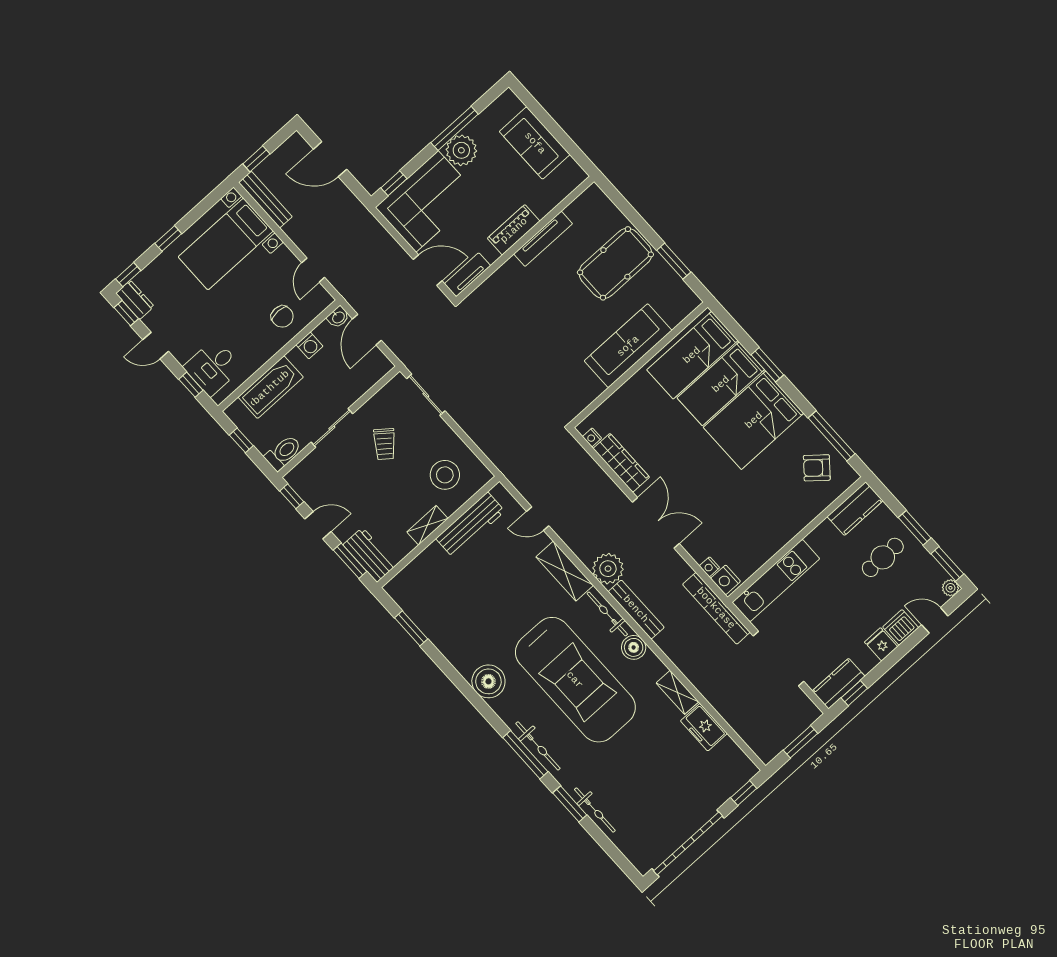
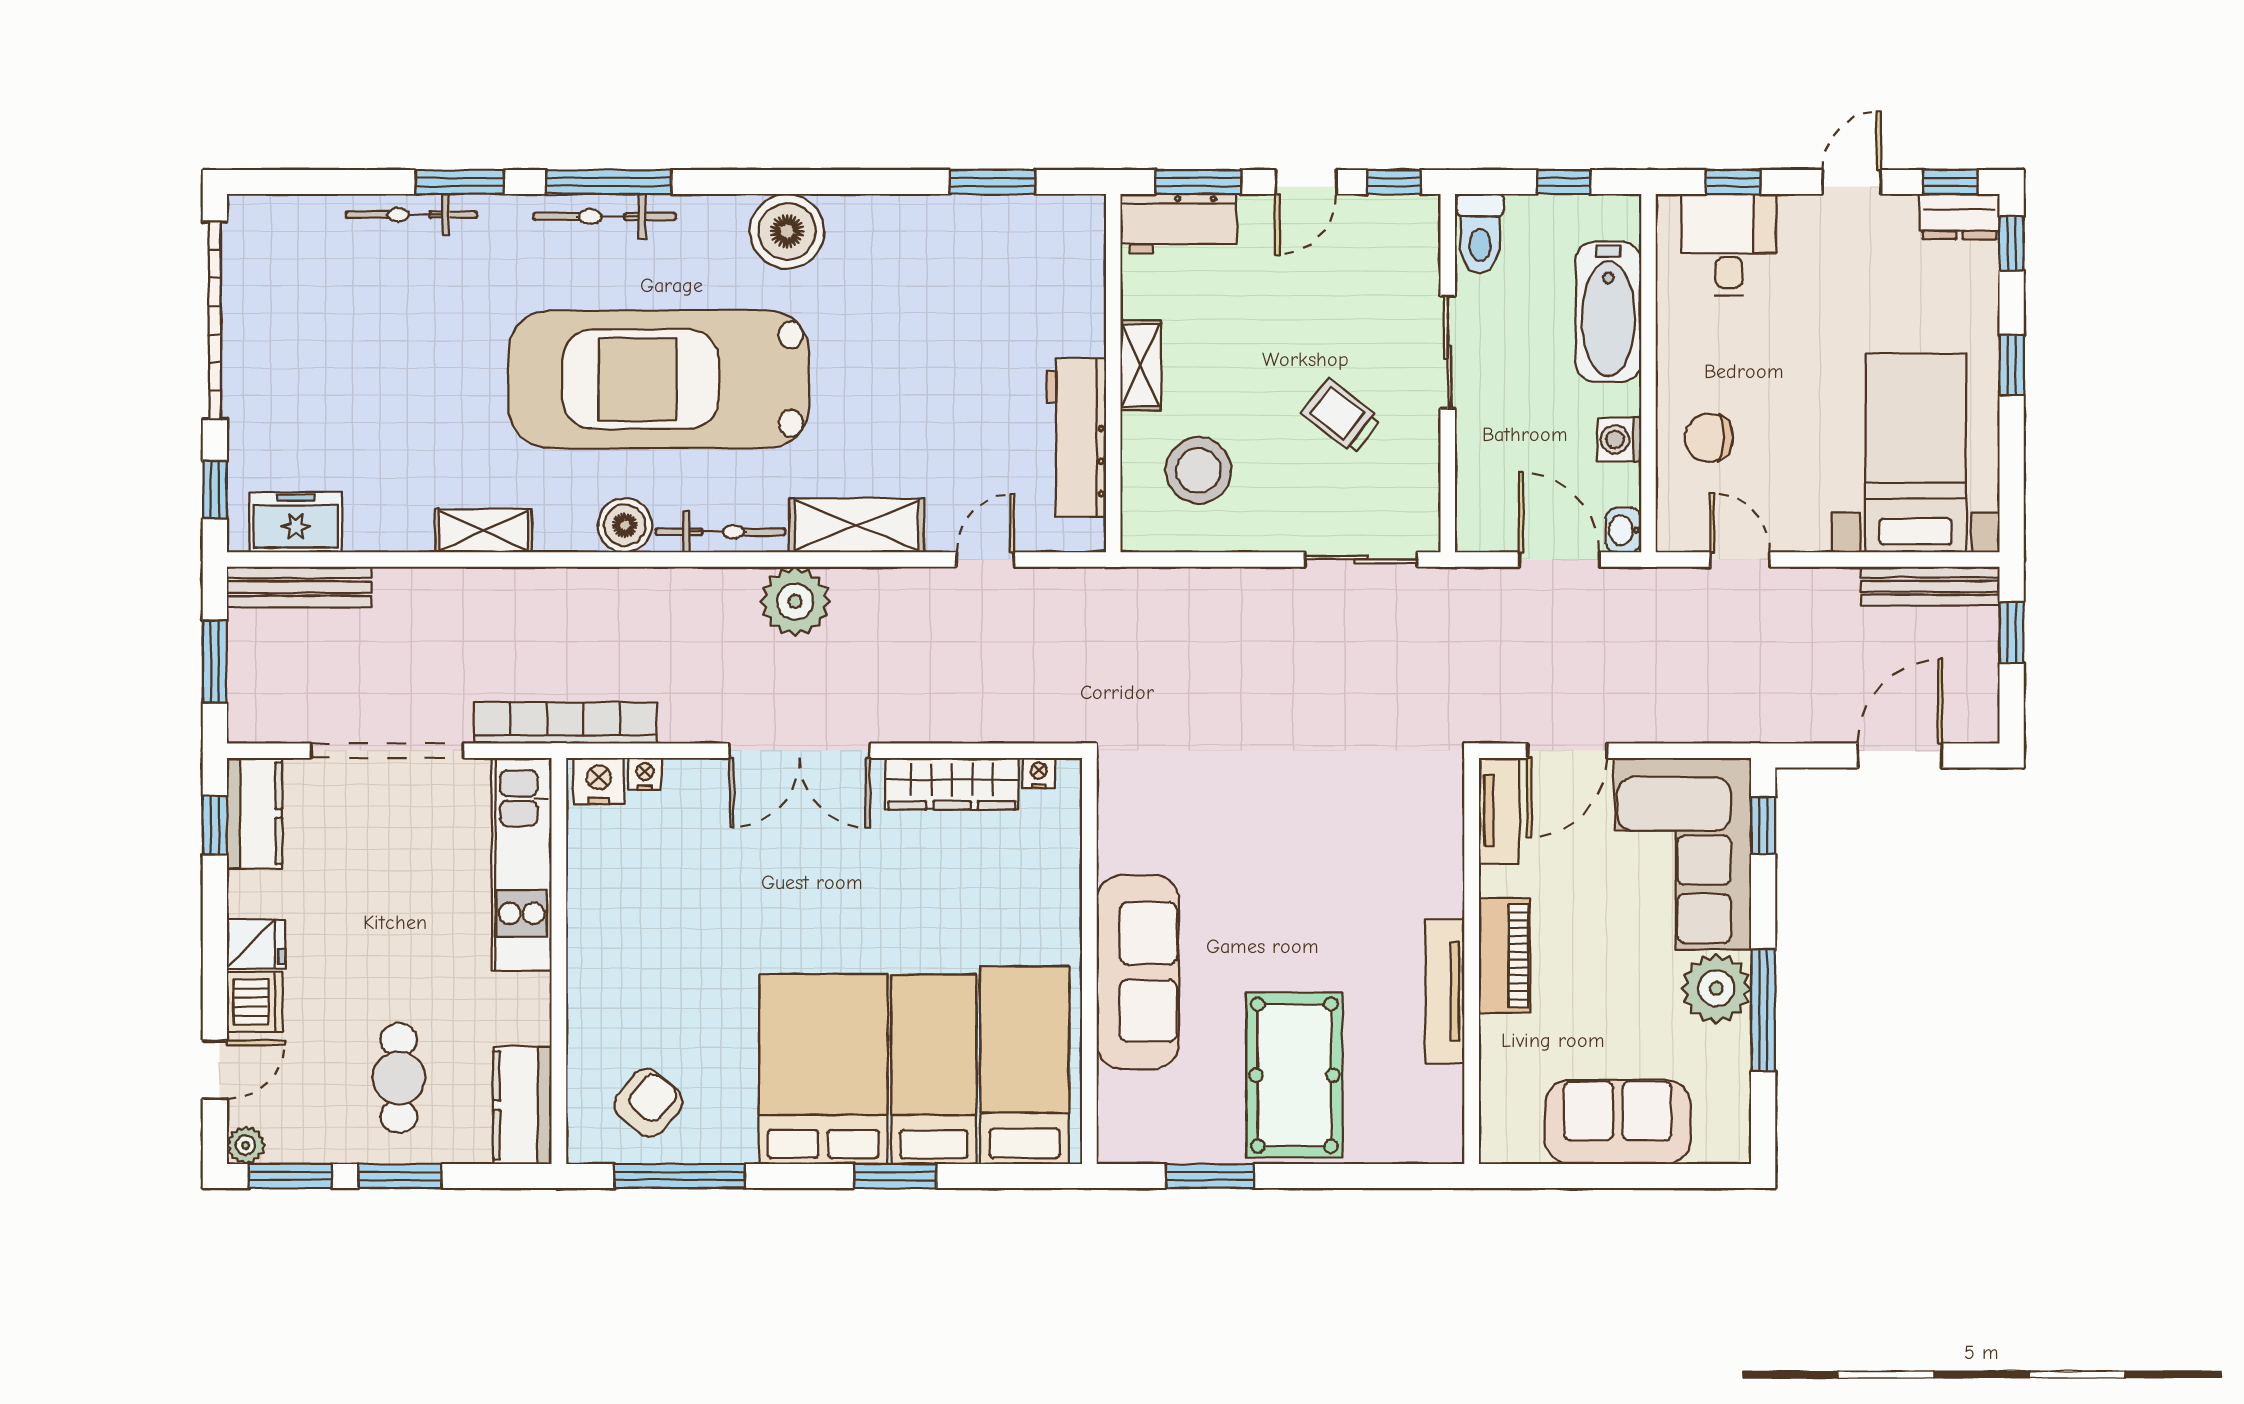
bench: (636, 609) -> (299, 587), moved
freezer: (704, 727) -> (296, 522), moved

